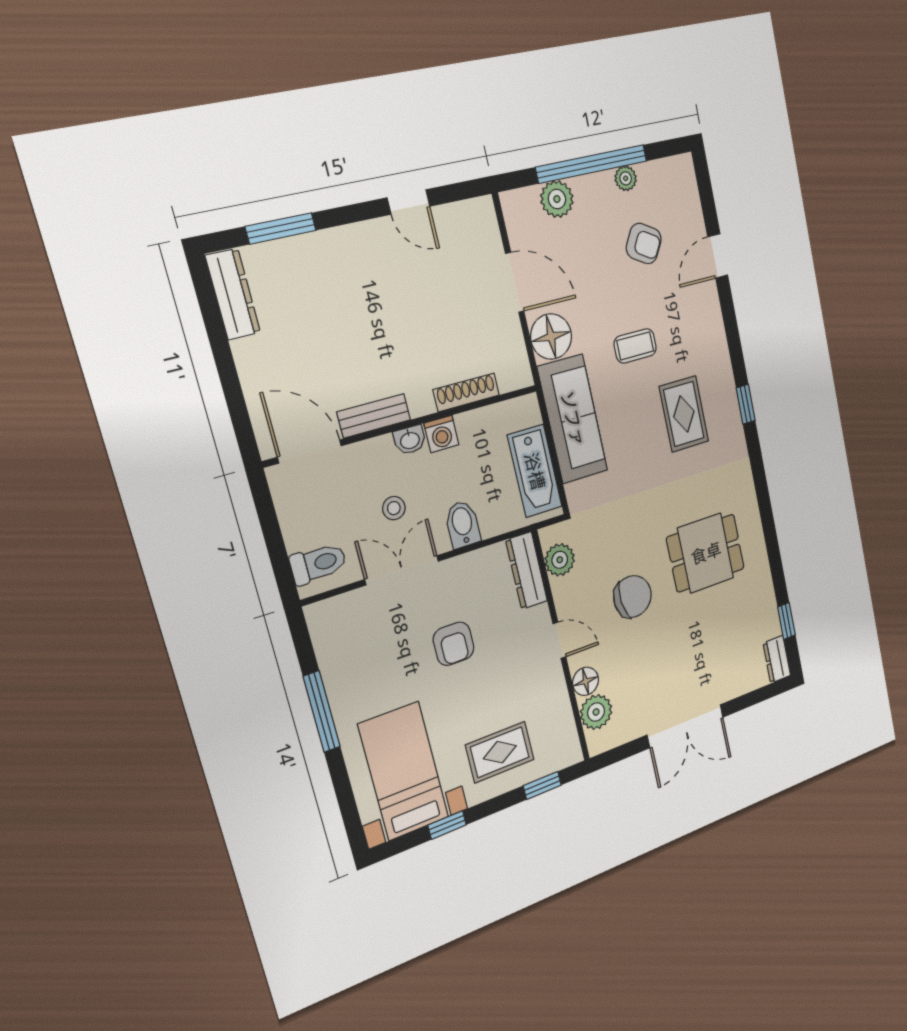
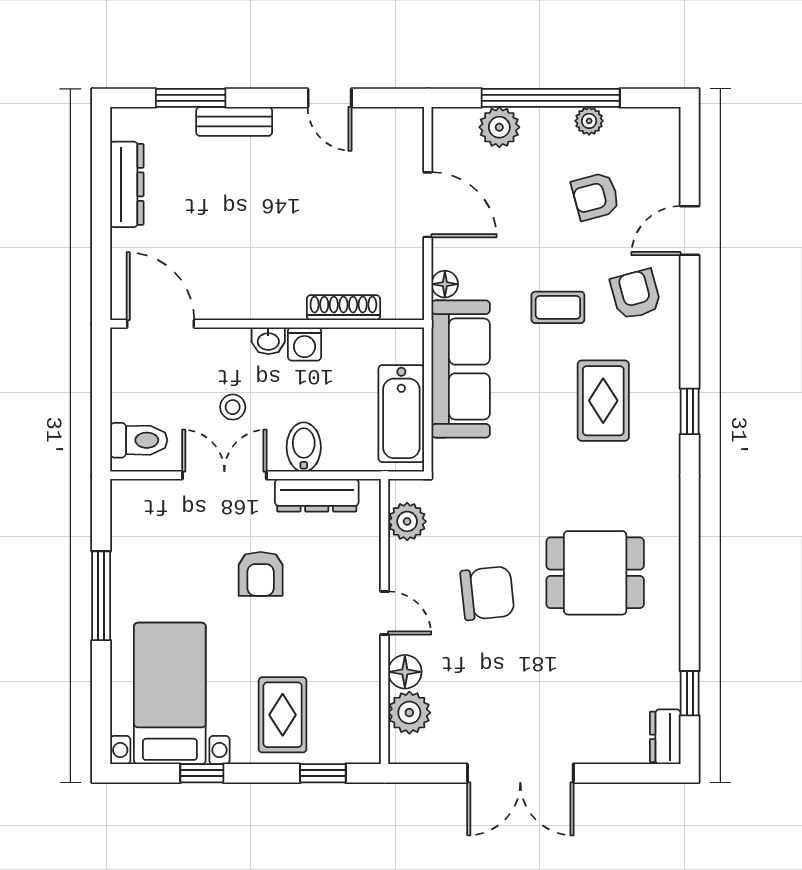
armchair: (644, 243) -> (595, 196), turned 135
dresser: (233, 294) -> (127, 184), moved
armchair: (690, 319) -> (636, 294), added
floor lamp: (551, 337) -> (445, 284), width x0.53, depth x0.53
bench: (374, 416) -> (234, 121), moved
dresser: (527, 571) -> (317, 495), moved, turned -90
rug: (500, 752) -> (283, 715), turned 90

